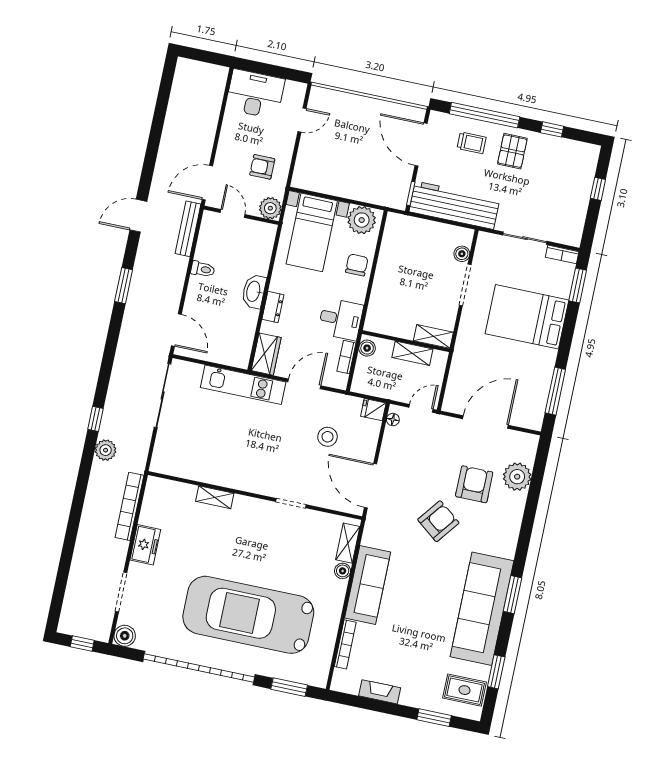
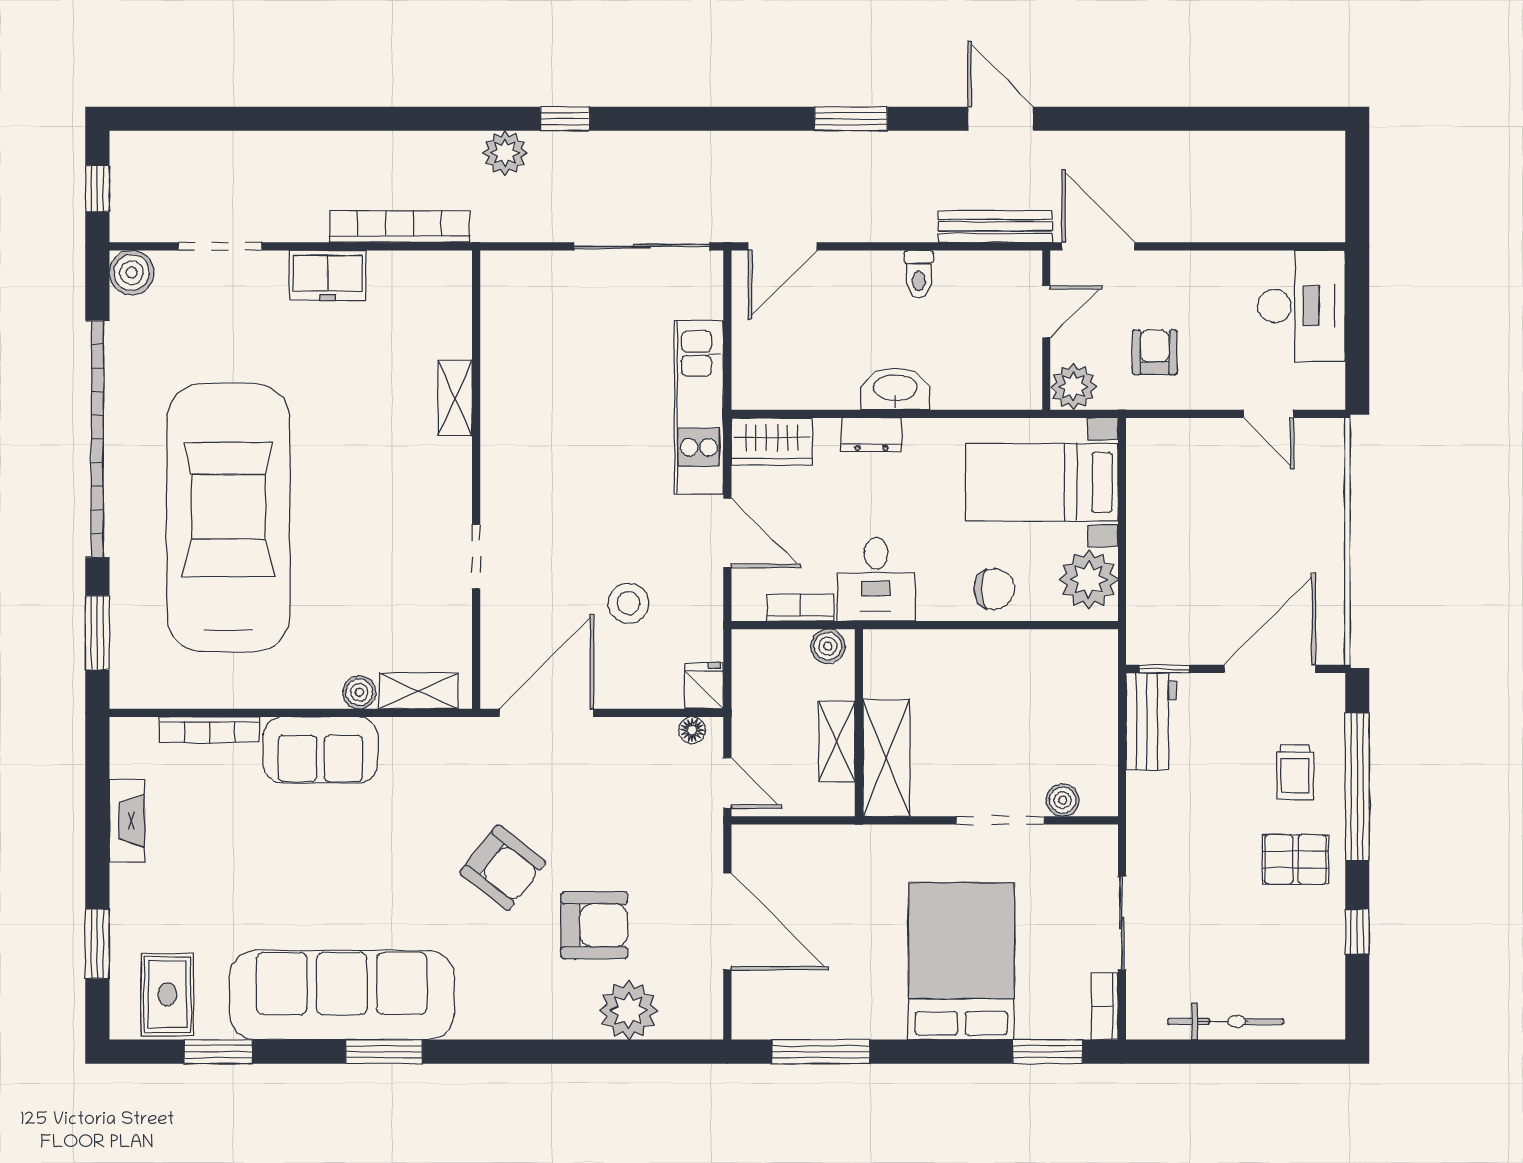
window: (598, 189) -> (1255, 1052), removed
bicycle: (581, 200) -> (1225, 1021), added
workbench: (454, 205) -> (1151, 721), width x0.53, depth x0.76
shelving: (433, 336) -> (886, 758), width x1.50, depth x1.33
sofa: (368, 585) -> (320, 750), width x0.73

